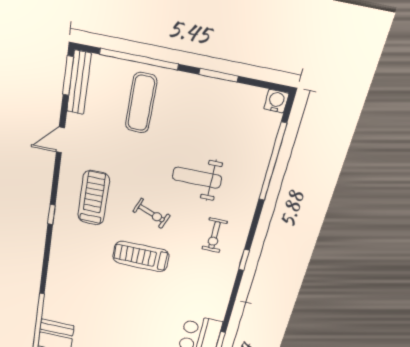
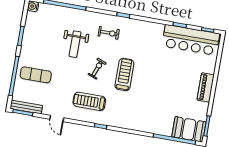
treadmill: (141, 256) -> (124, 74), turned 180

